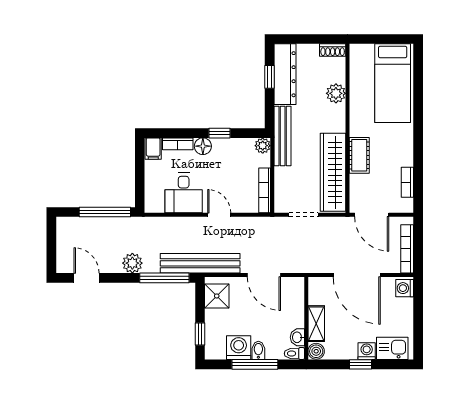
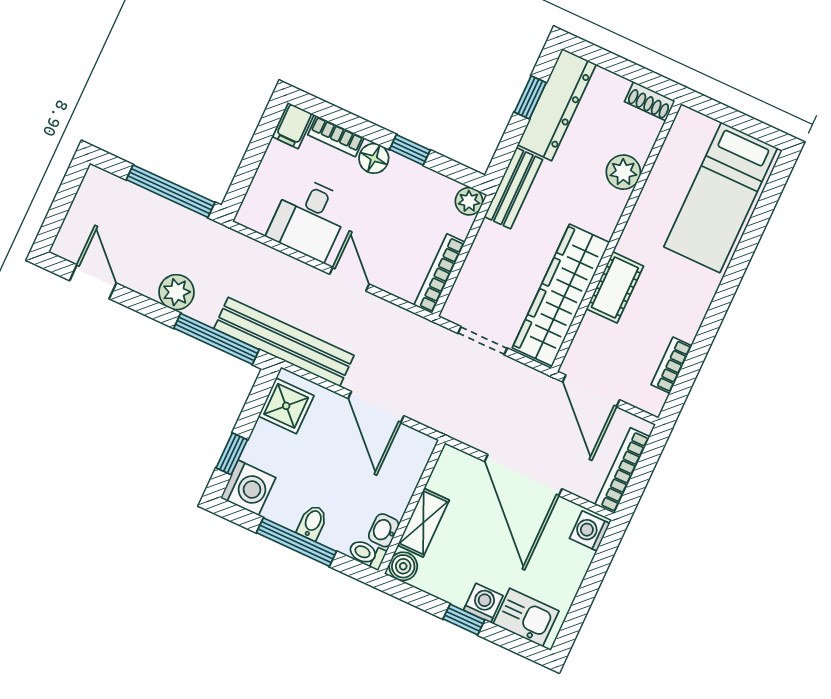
bench: (283, 136) -> (513, 188), width x0.73
washing machine: (239, 348) -> (248, 488), moved, turned 90

